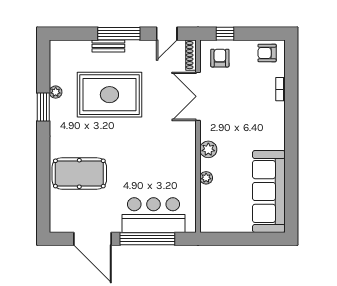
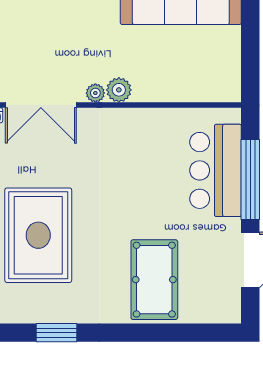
plant: (56, 92) -> (35, 315), removed
plant: (206, 178) -> (95, 93), moved

